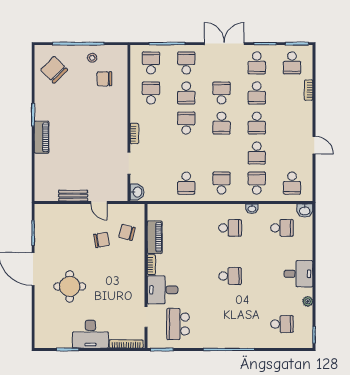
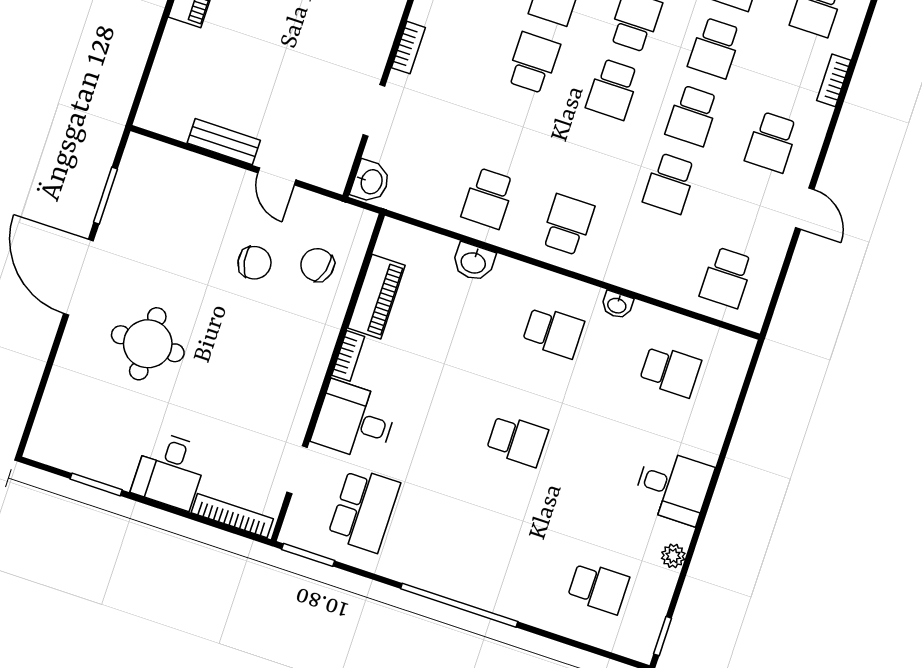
school desk: (257, 183) -> (772, 142), moved, turned 180
washbasin: (305, 211) -> (474, 262), moved
school desk: (178, 324) -> (364, 510), turned 180
desk: (90, 334) -> (170, 470), width x0.73

